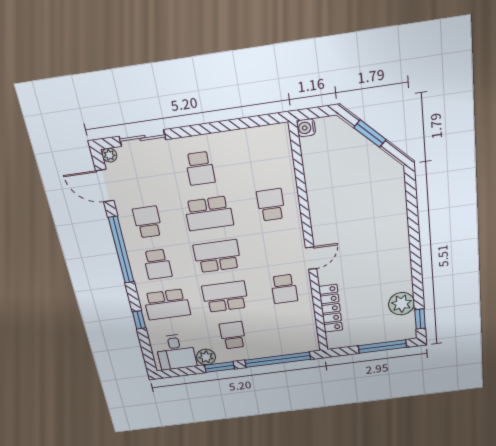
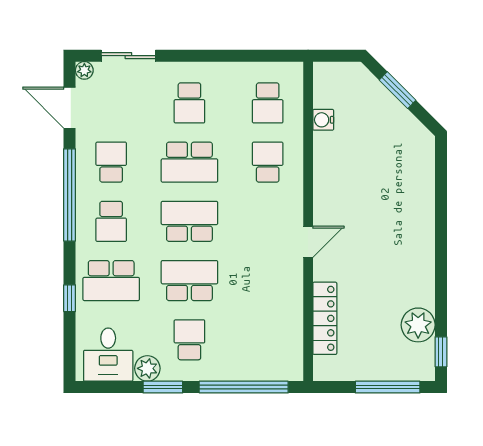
water cooler: (306, 128) -> (323, 120), moved
school desk: (284, 289) -> (268, 103), moved

